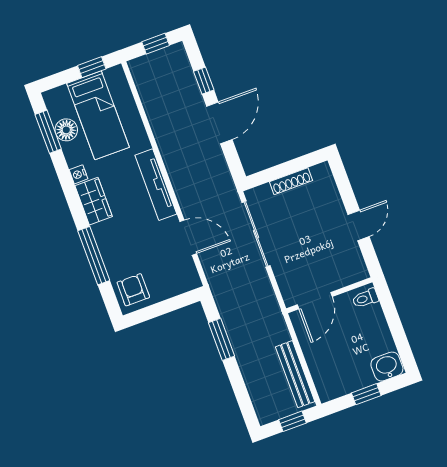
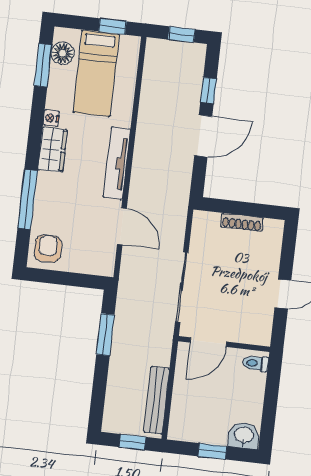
floor lamp: (66, 130) -> (63, 53), moved
sliding door: (256, 234) -> (182, 287), moved

